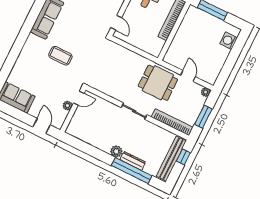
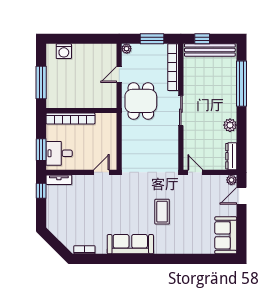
plant: (67, 106) -> (231, 180), moved
plant: (116, 151) -> (230, 125), moved
dresser: (133, 161) -> (231, 156), moved

